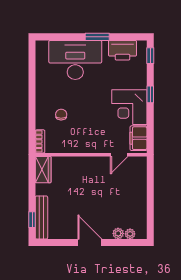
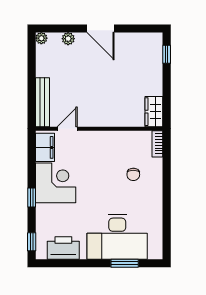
window: (97, 37) -> (125, 263), moved
bench: (41, 217) -> (42, 102), moved
plant: (130, 234) -> (41, 38), moved

